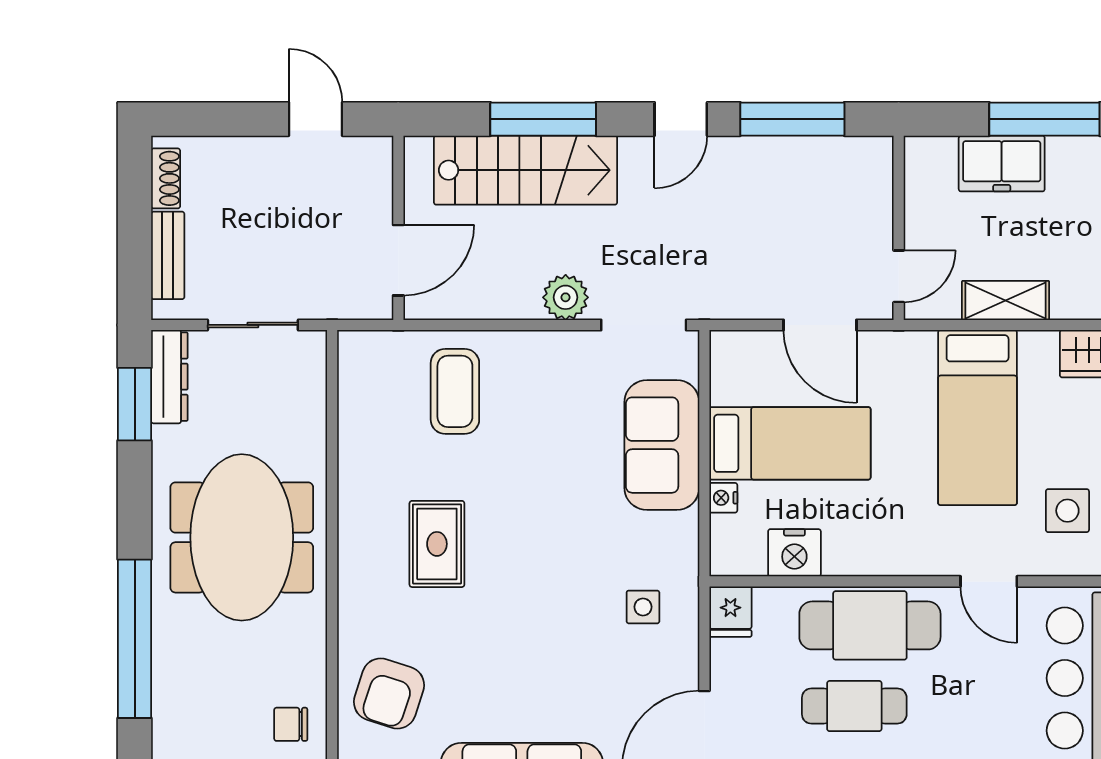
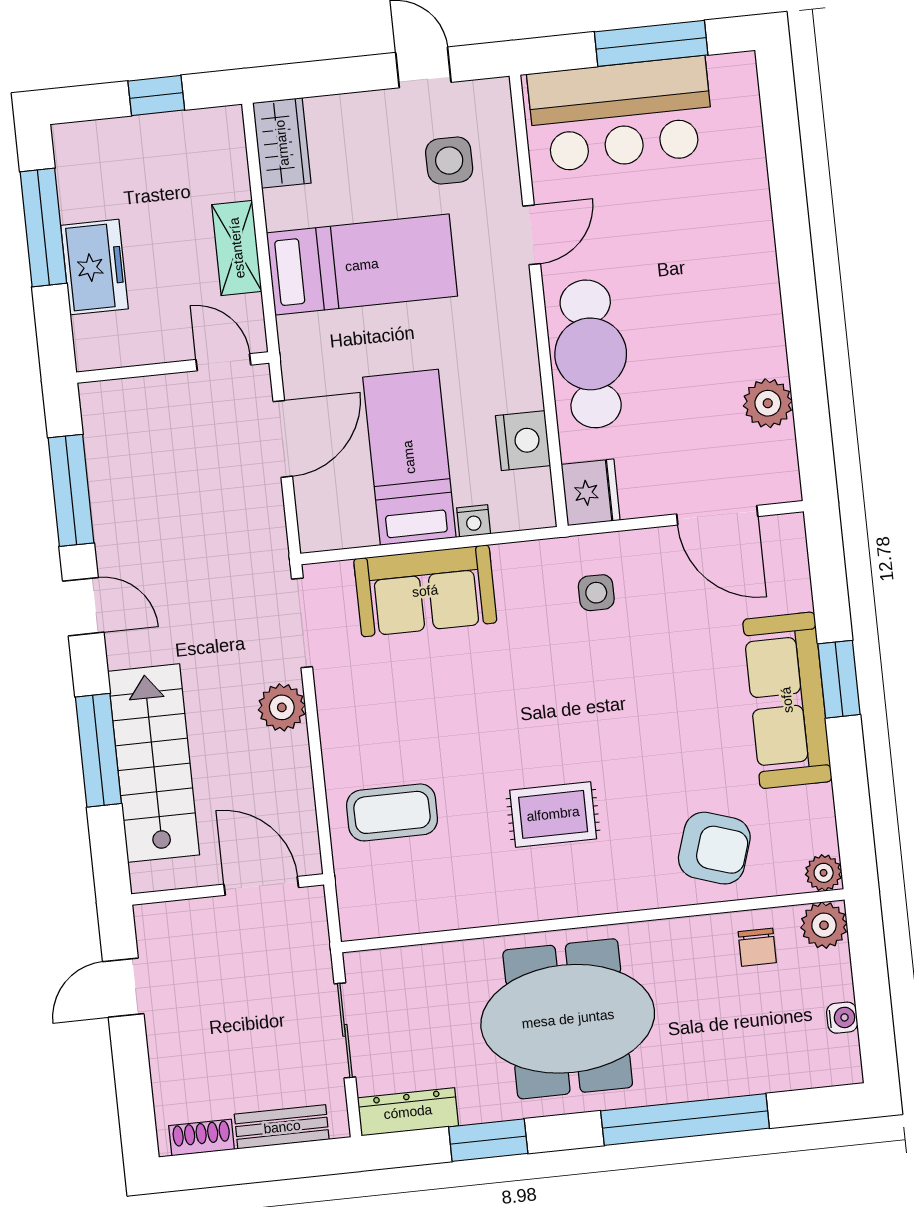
window: (135, 404) -> (488, 1140), moved
fridge: (730, 612) -> (591, 492), width x1.38
cafe table: (854, 706) -> (676, 361), removed

